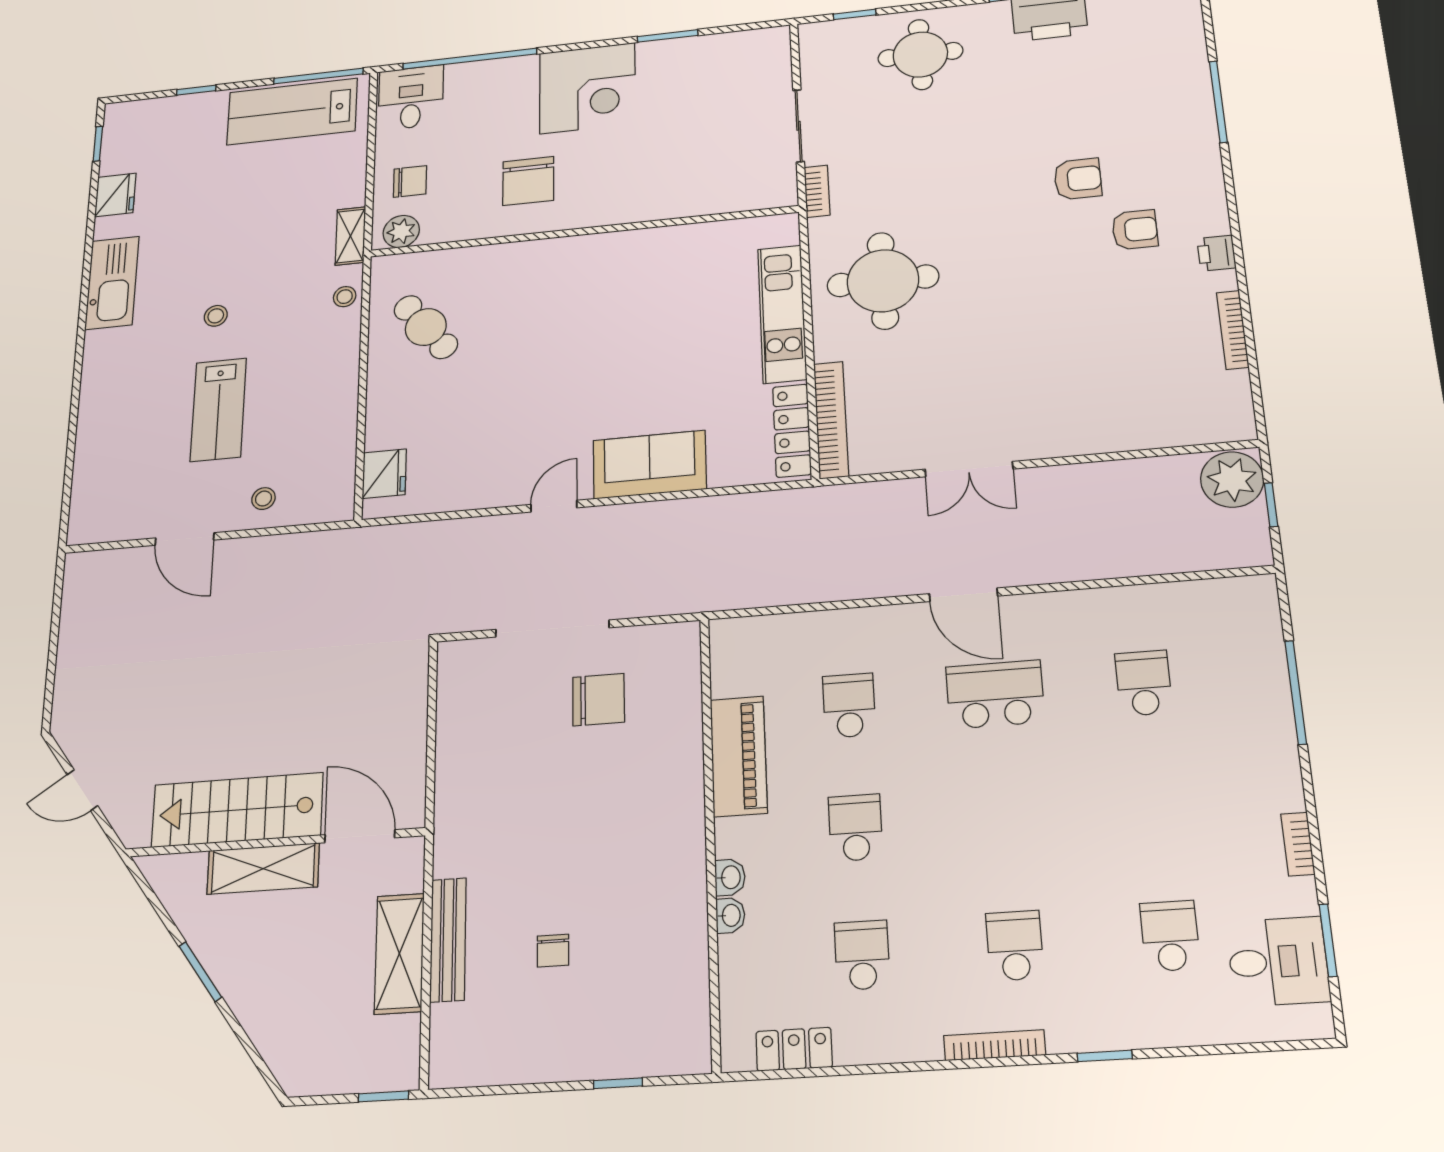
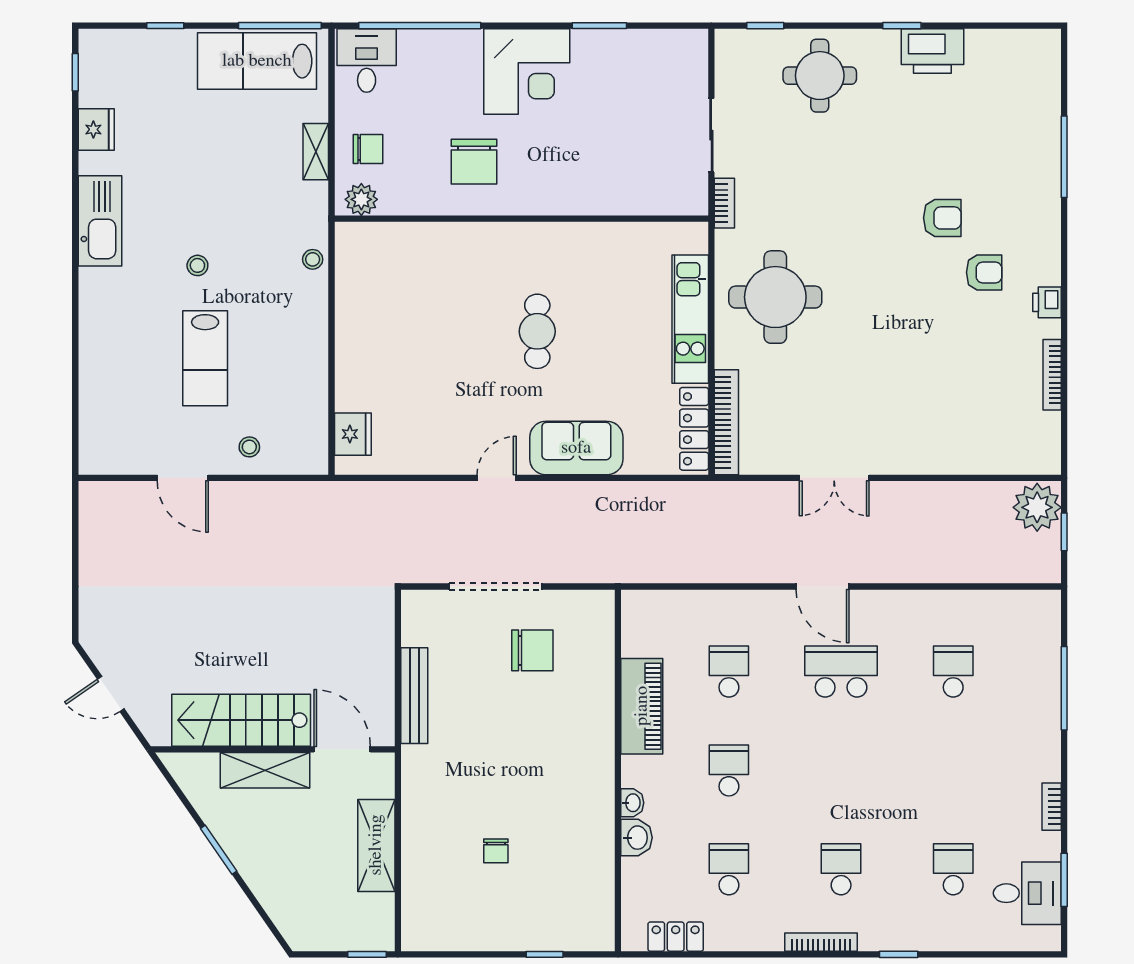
shelving: (350, 236) -> (316, 152), moved
cafe table: (426, 327) -> (537, 331), moved, turned 38
washbasin: (730, 915) -> (637, 838), width x1.38, depth x1.45
bench: (448, 940) -> (414, 696), moved

